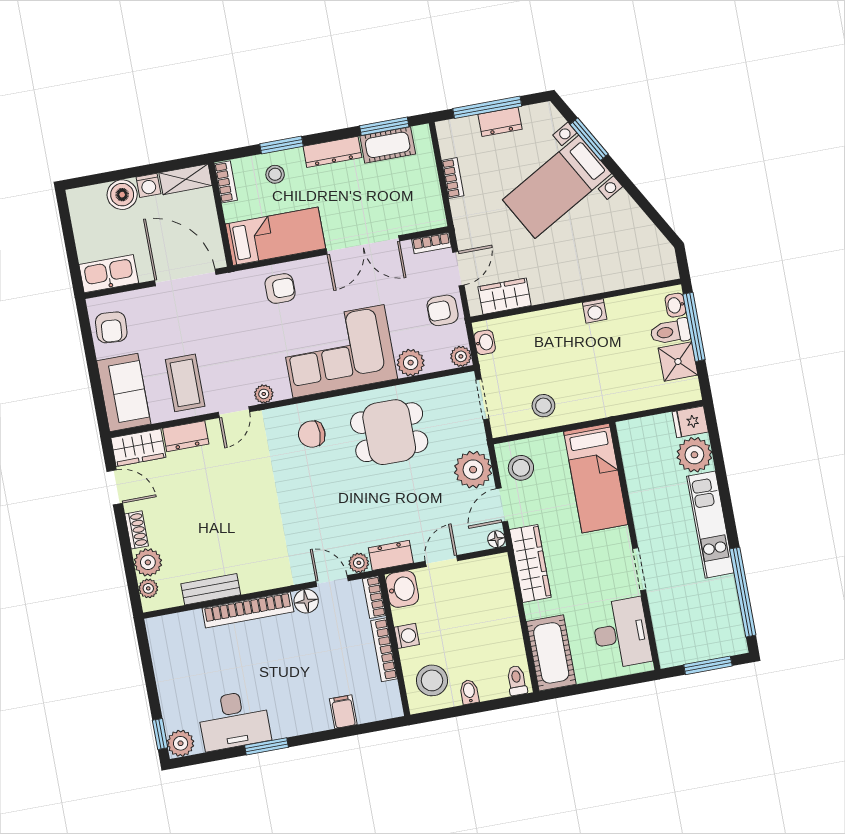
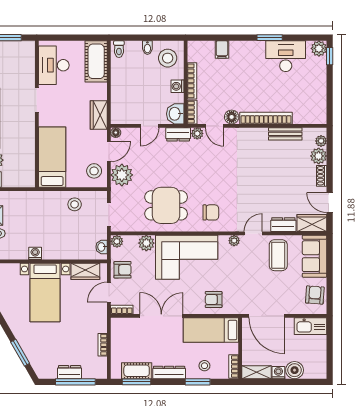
bed with nightstands: (557, 187) -> (45, 292), moved, turned 120
wardrobe: (530, 563) -> (99, 115), width x0.67

